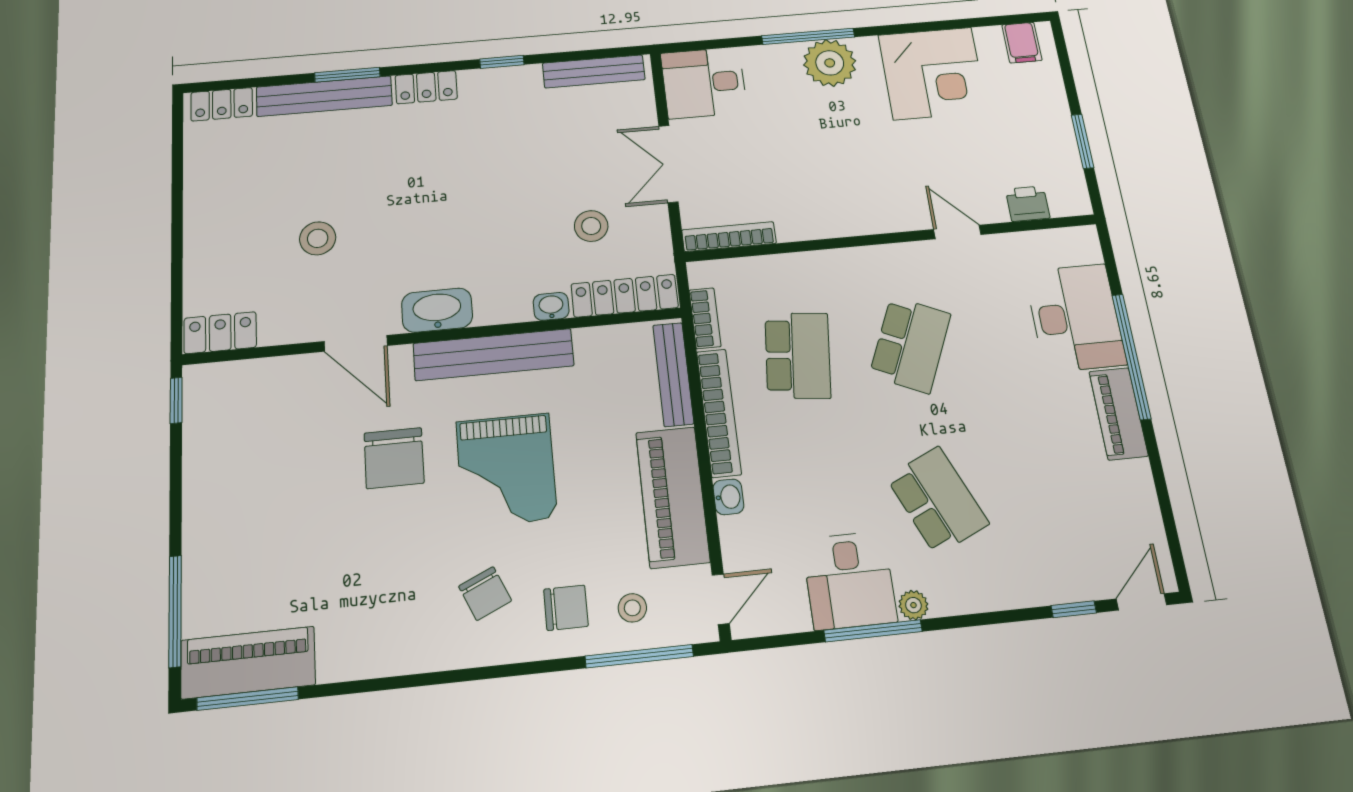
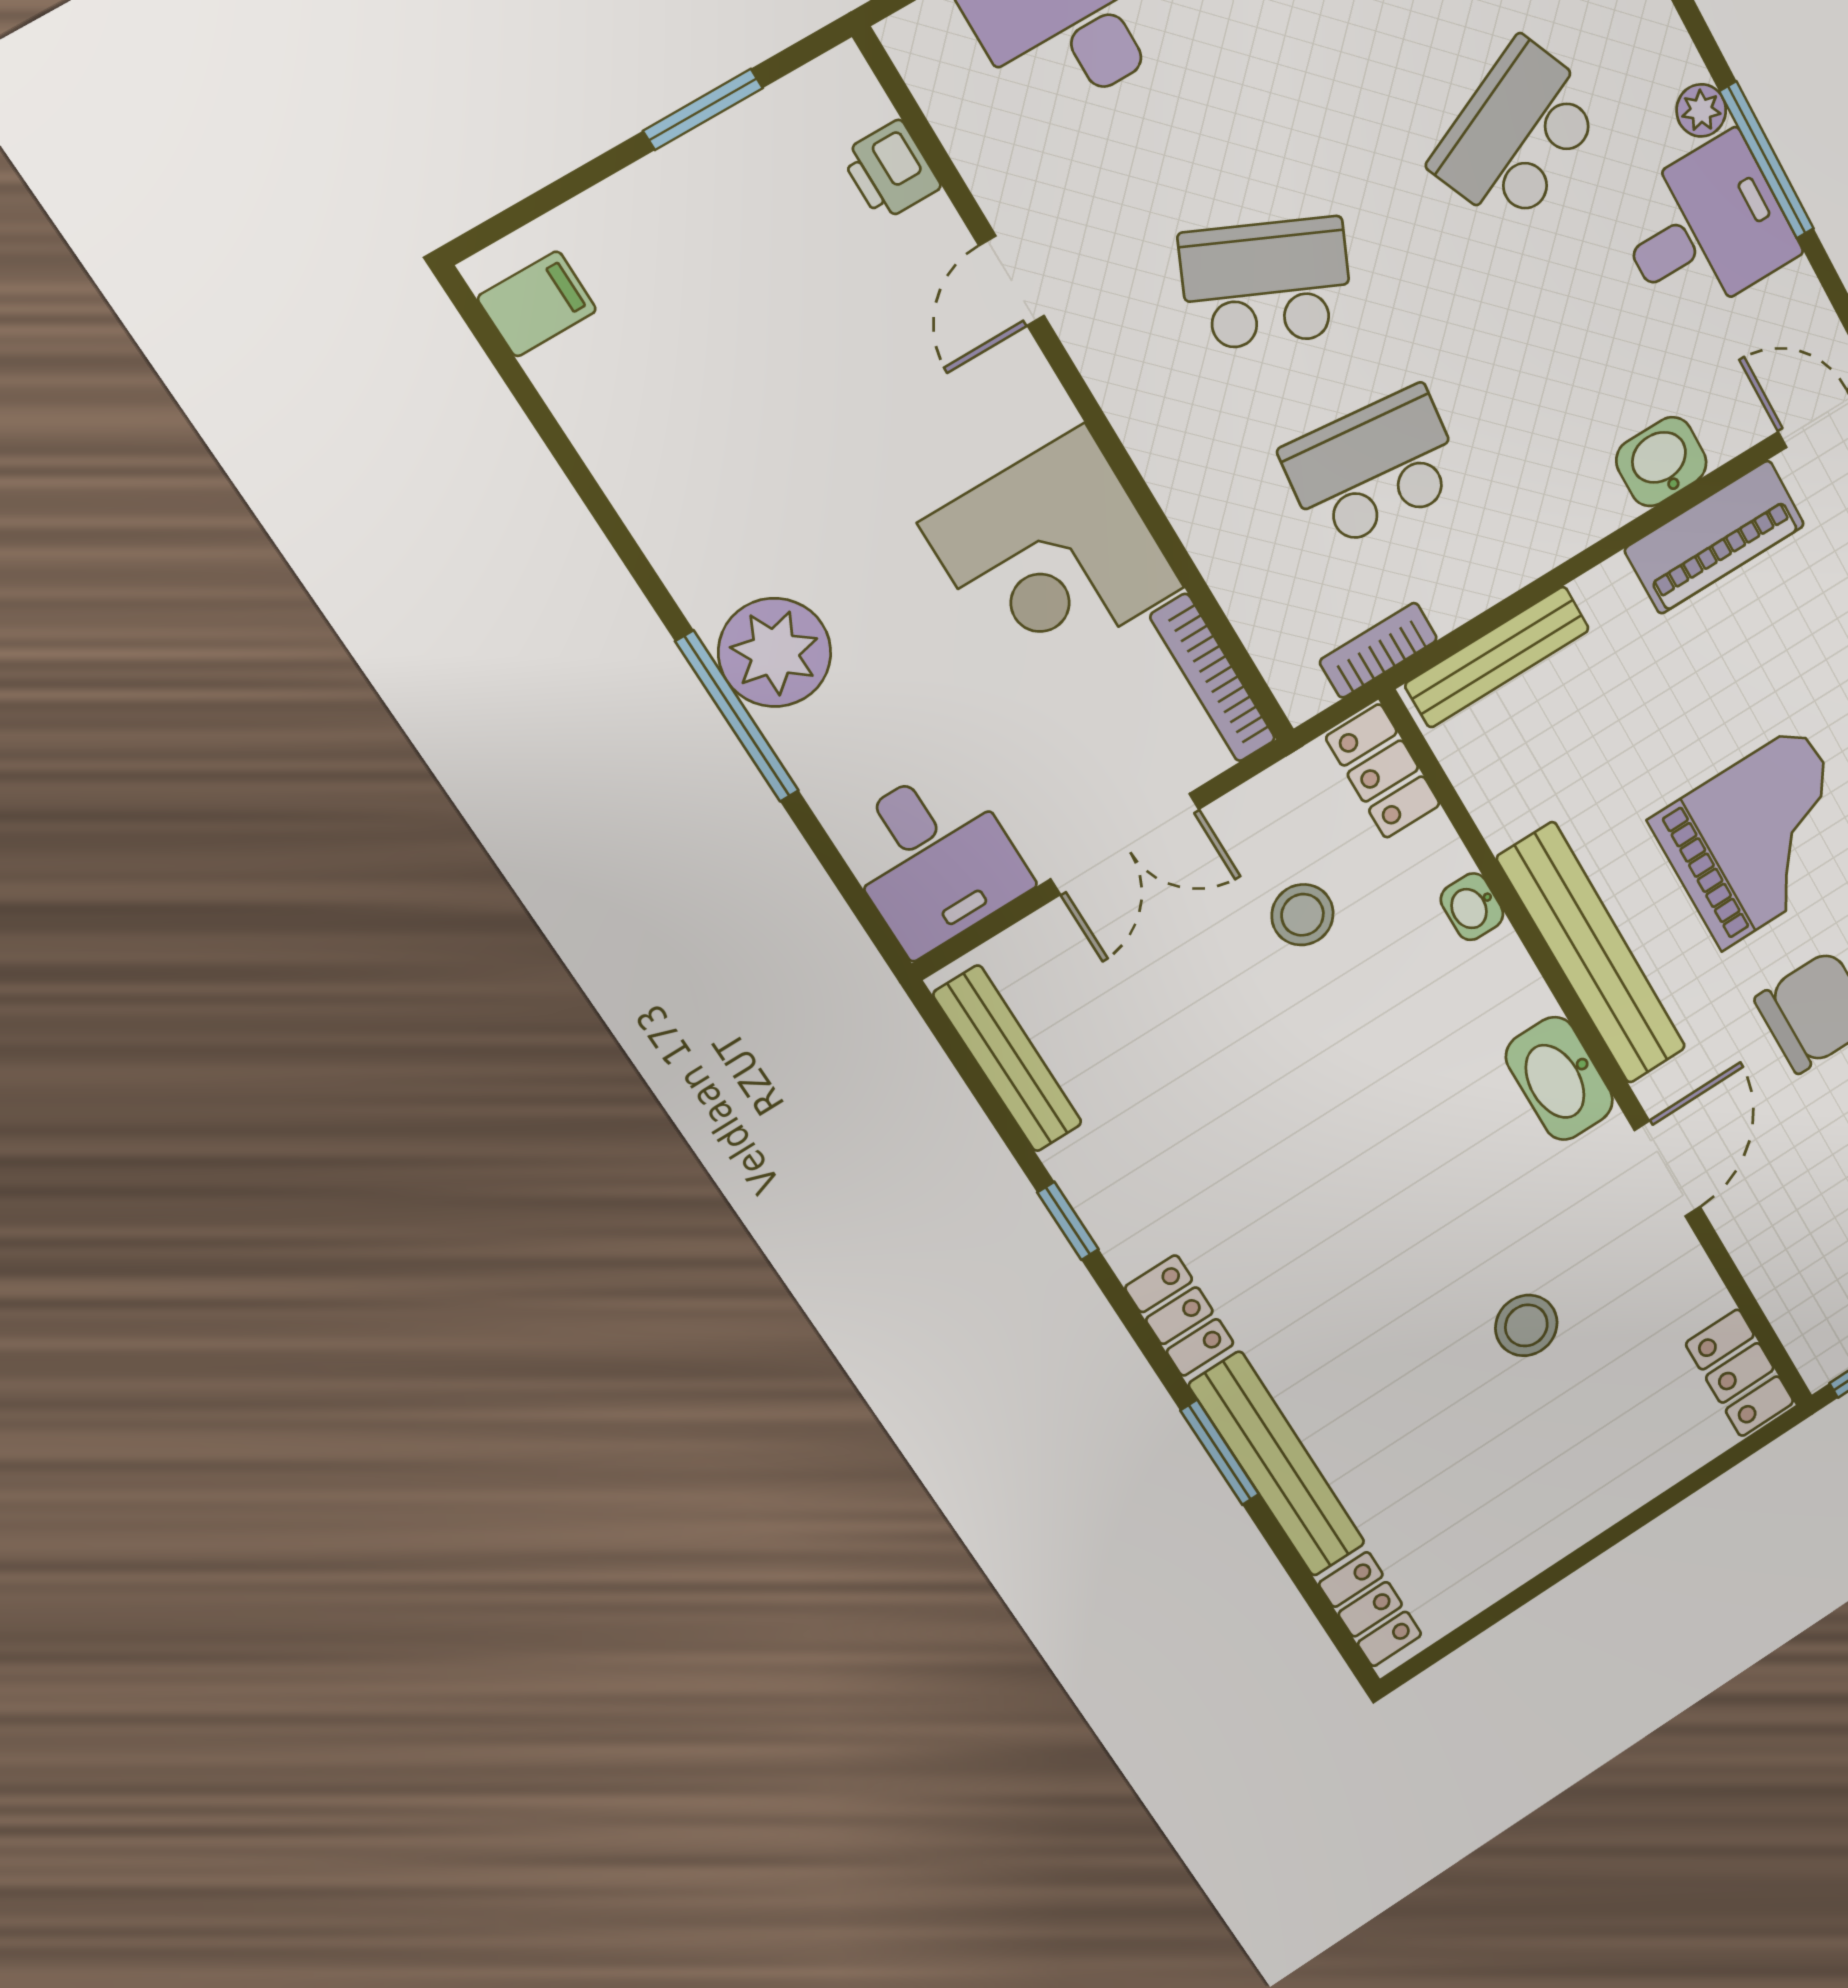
corner desk: (933, 73) -> (1052, 555), moved, turned 180
locker: (625, 296) -> (1383, 771), width x0.66
bookcase: (719, 413) -> (1528, 554), removed
piano: (673, 497) -> (1715, 537), width x0.73, depth x0.75
washbasin: (728, 497) -> (1661, 462), width x1.38, depth x1.45

